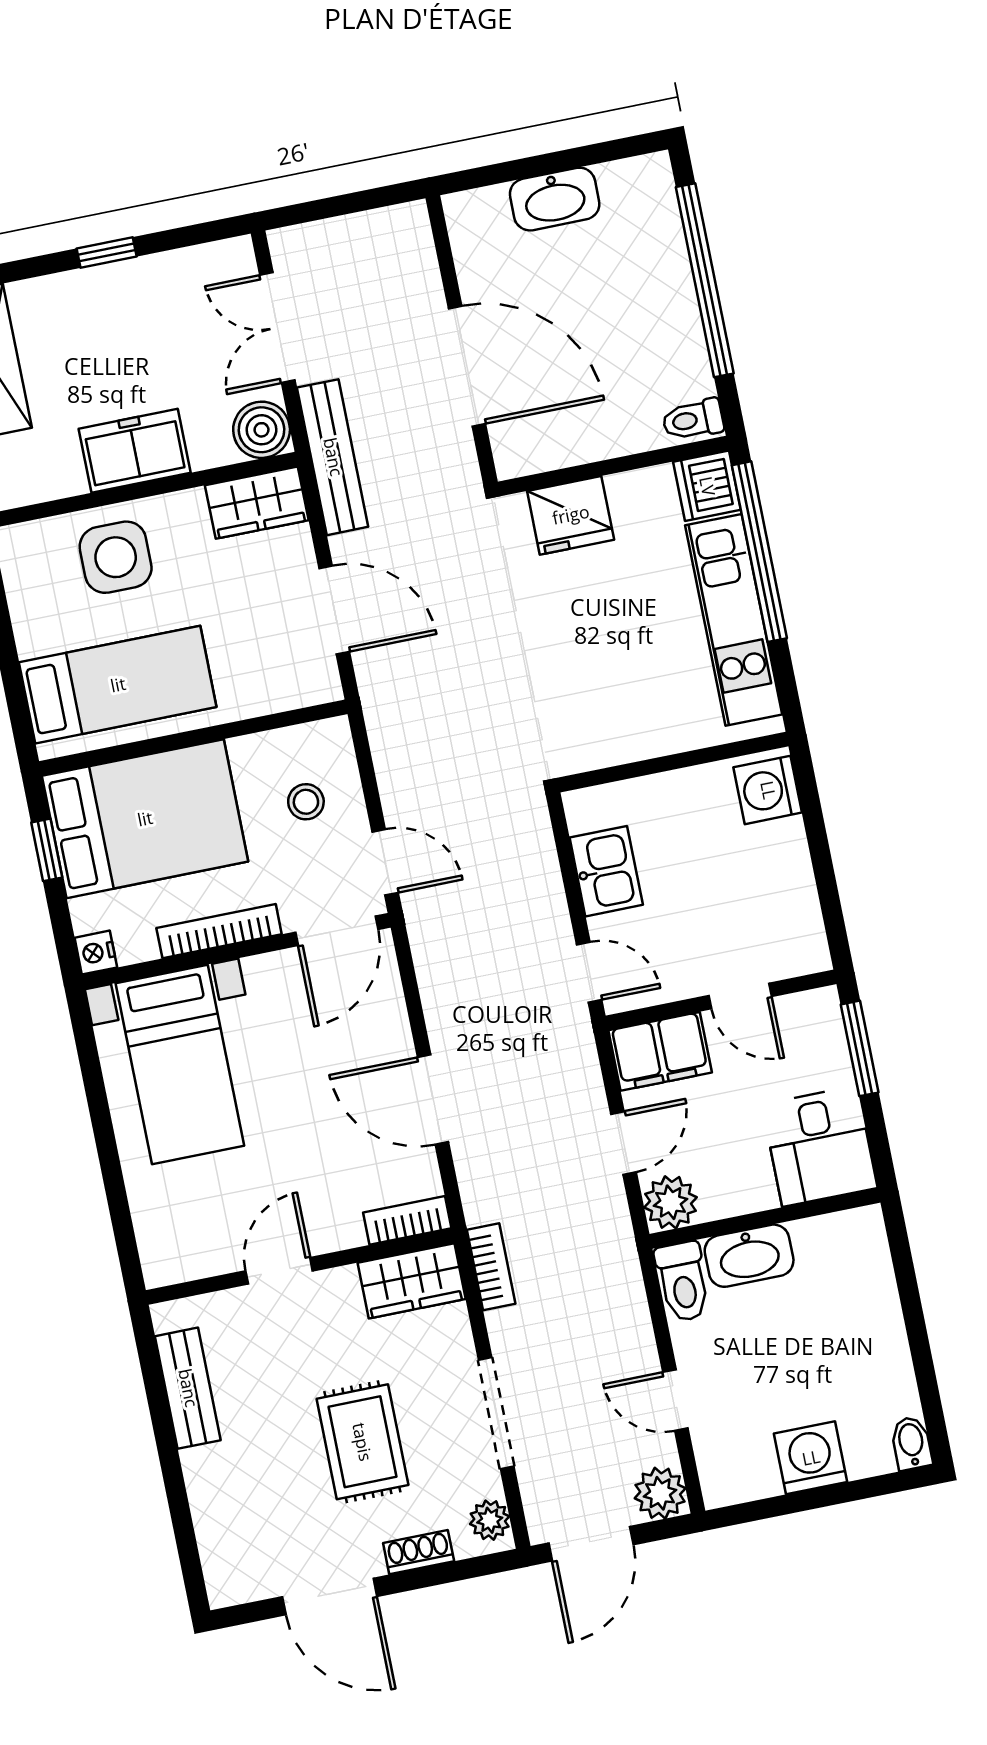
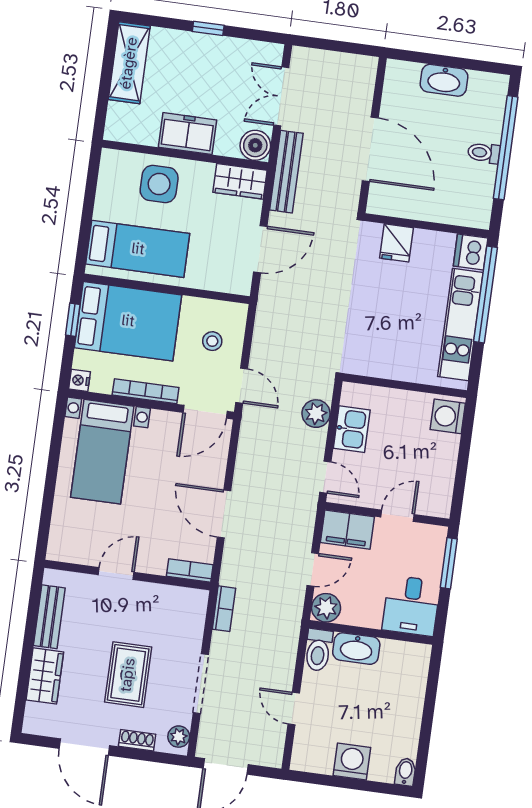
toilet: (693, 420) -> (484, 153), moved
fridge: (571, 515) -> (396, 243), width x0.72
door: (334, 610) -> (260, 249), hinge flipped
door: (740, 996) -> (398, 516), swing flipped
wardrobe: (412, 1281) -> (45, 676), moved, turned -90
plant: (660, 1493) -> (316, 414), moved

